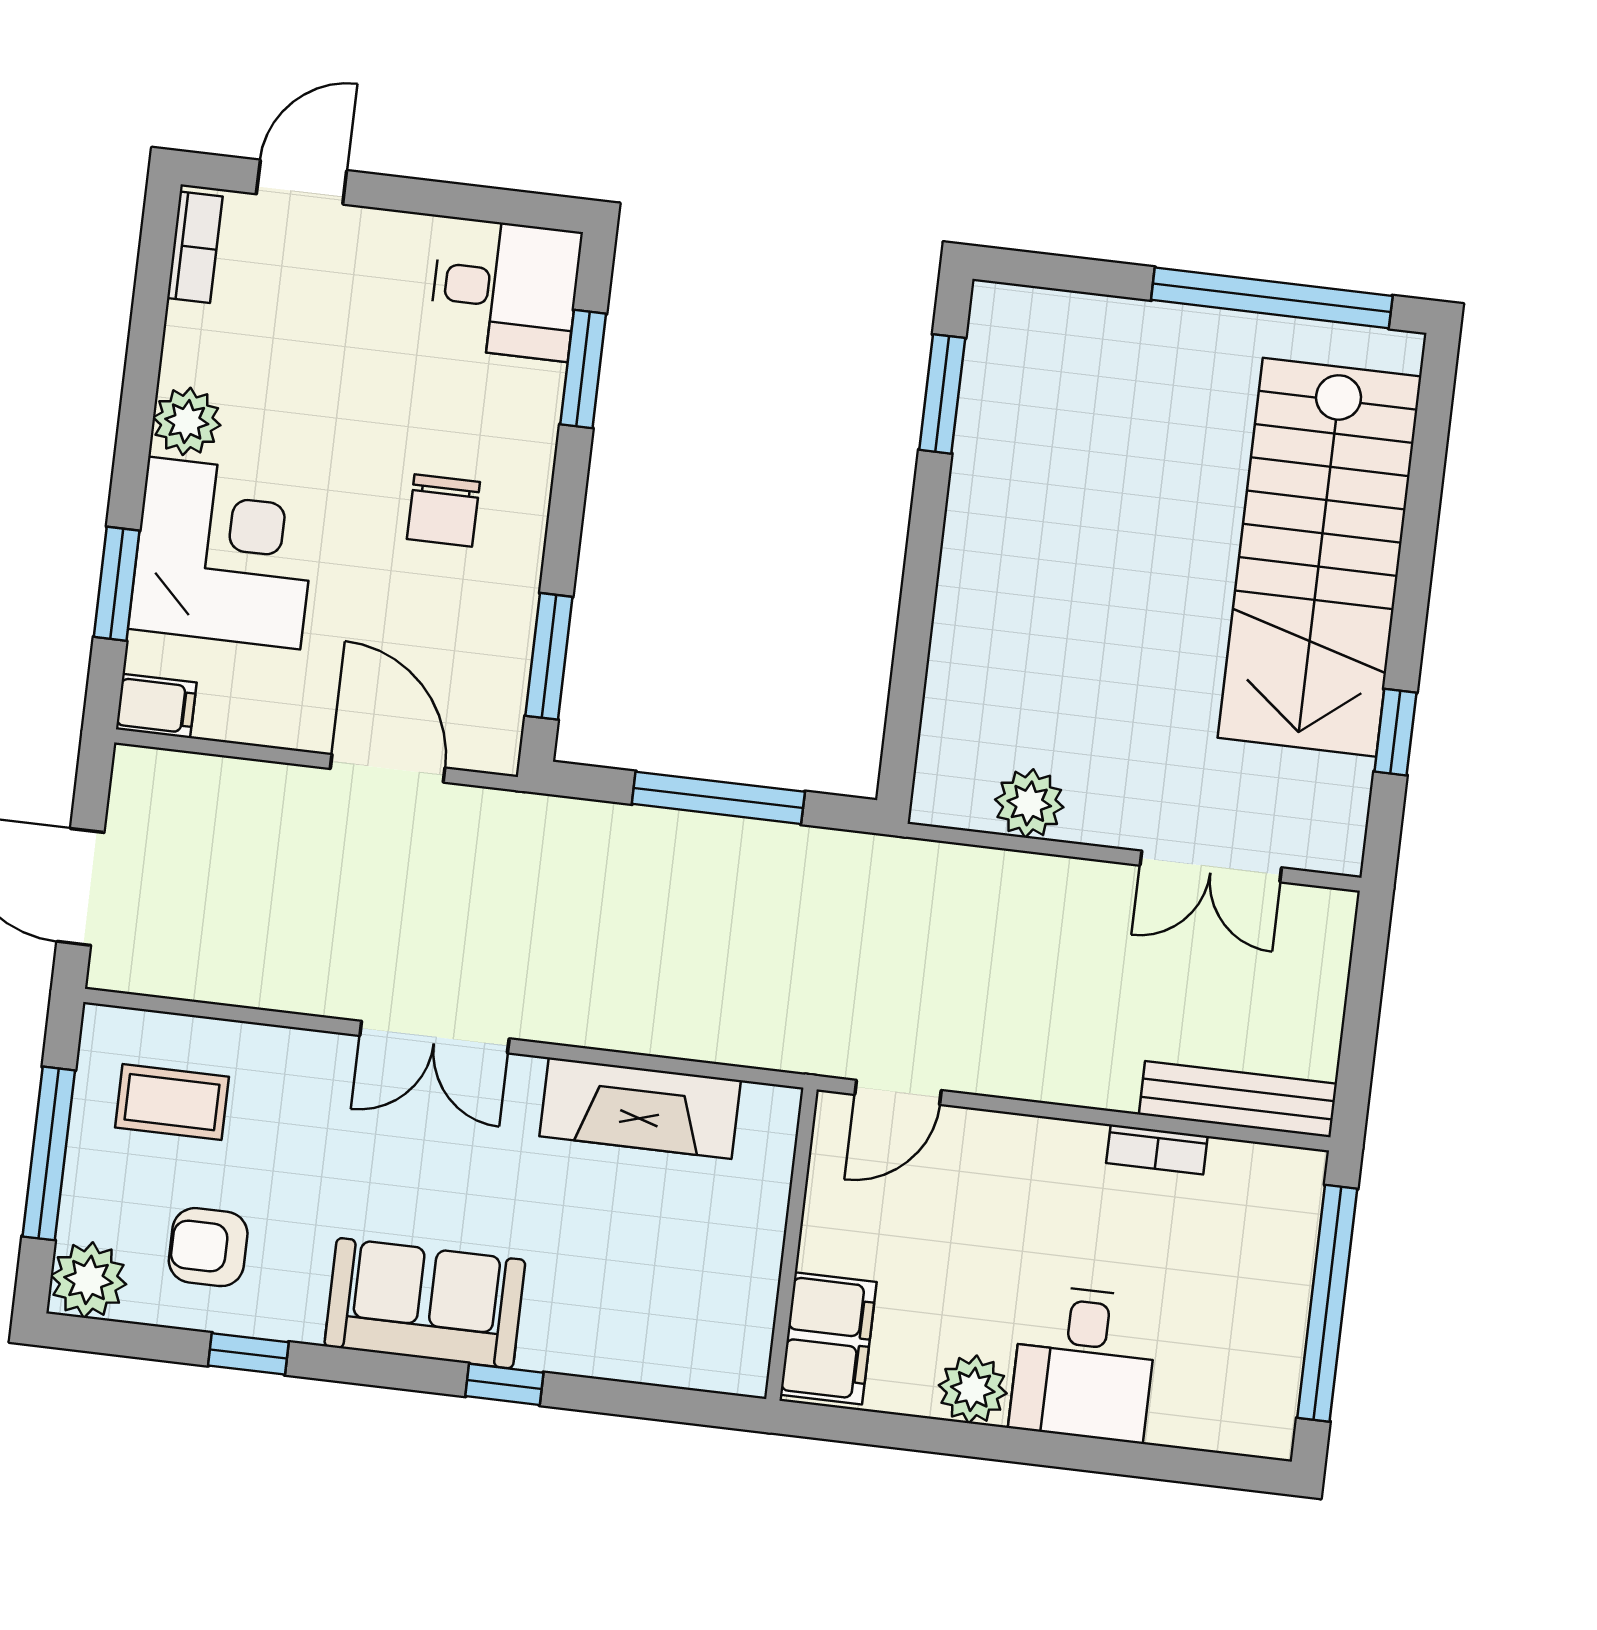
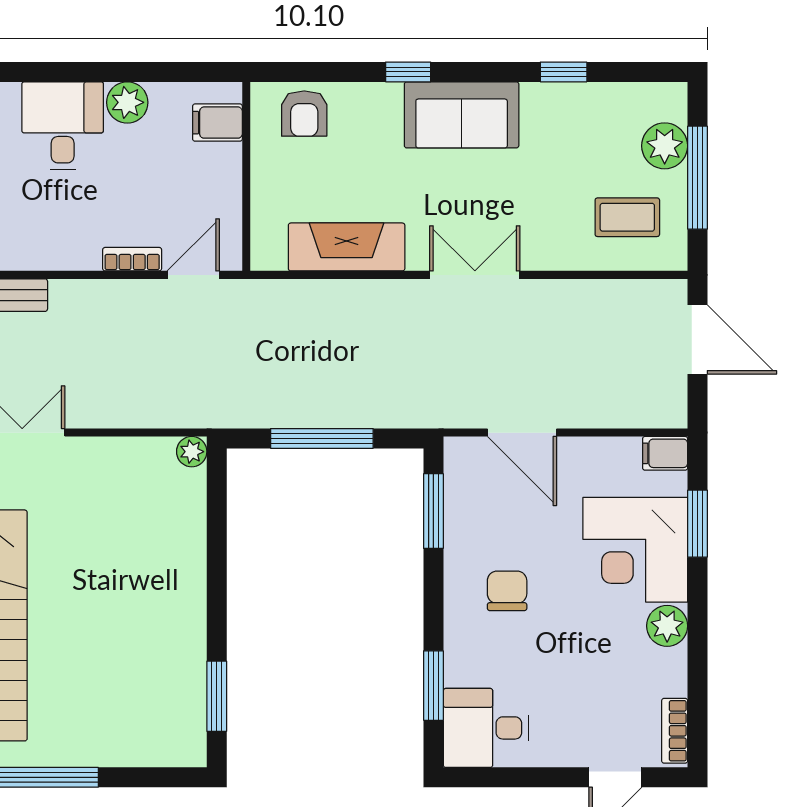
plant: (1029, 803) -> (192, 452), moved, width x0.73, depth x0.73
bookcase: (1157, 1149) -> (132, 259), moved
armchair: (208, 1247) -> (304, 114), moved, turned 90
plant: (88, 1280) -> (665, 146), moved
filing cabinet: (828, 1338) -> (217, 123), width x0.50

